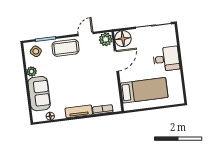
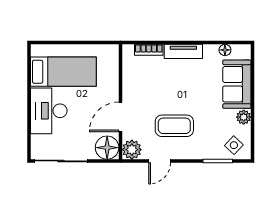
coffee table: (66, 48) -> (174, 126), moved
desk: (166, 59) -> (49, 111), width x1.37
bed: (144, 90) -> (63, 72), moved, turned 180

